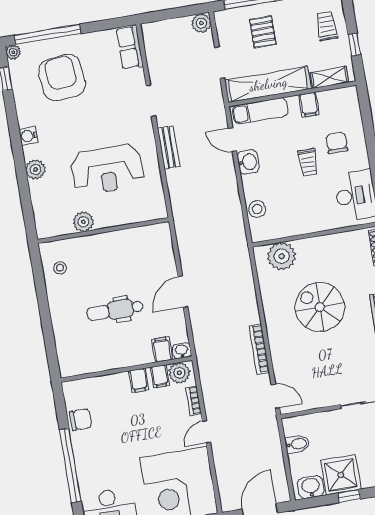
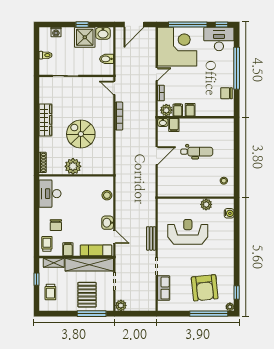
pallet: (263, 32) -> (87, 295), width x1.50, depth x1.42
row of seats: (130, 47) -> (164, 288), moved
water cooler: (28, 136) -> (229, 213), moved
trolley: (308, 163) -> (47, 244), moved
plant: (36, 170) -> (228, 238), removed
plant: (282, 256) -> (73, 166), moved
spiral stairs: (320, 307) -> (81, 134), turned 180

